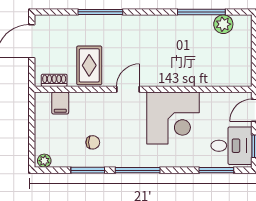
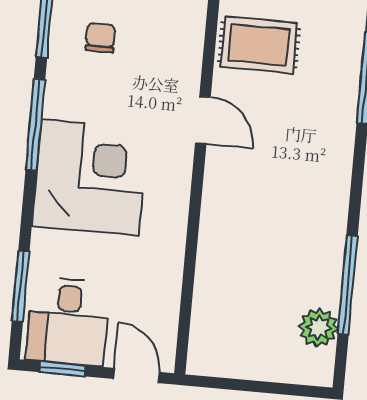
corner desk: (173, 118) -> (90, 177), moved, turned 180
chair: (93, 142) -> (100, 38), turned 180

